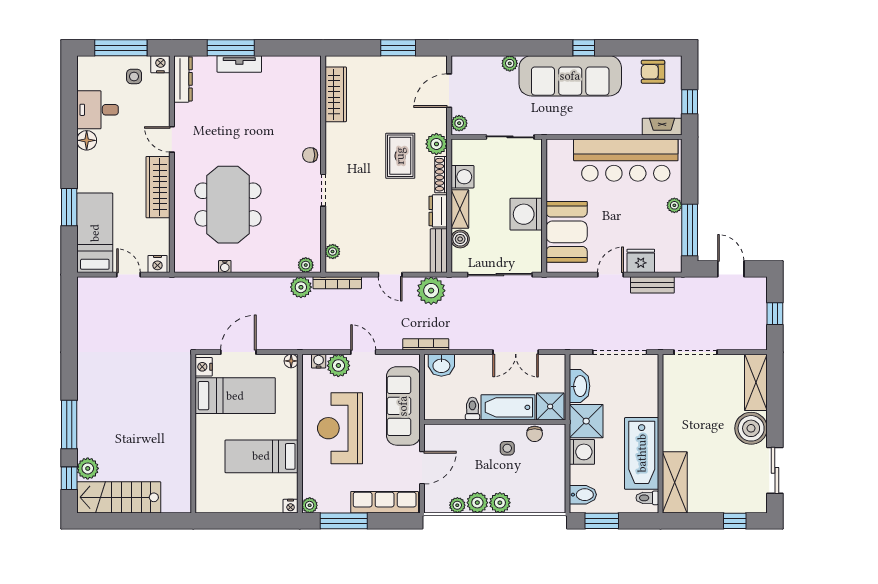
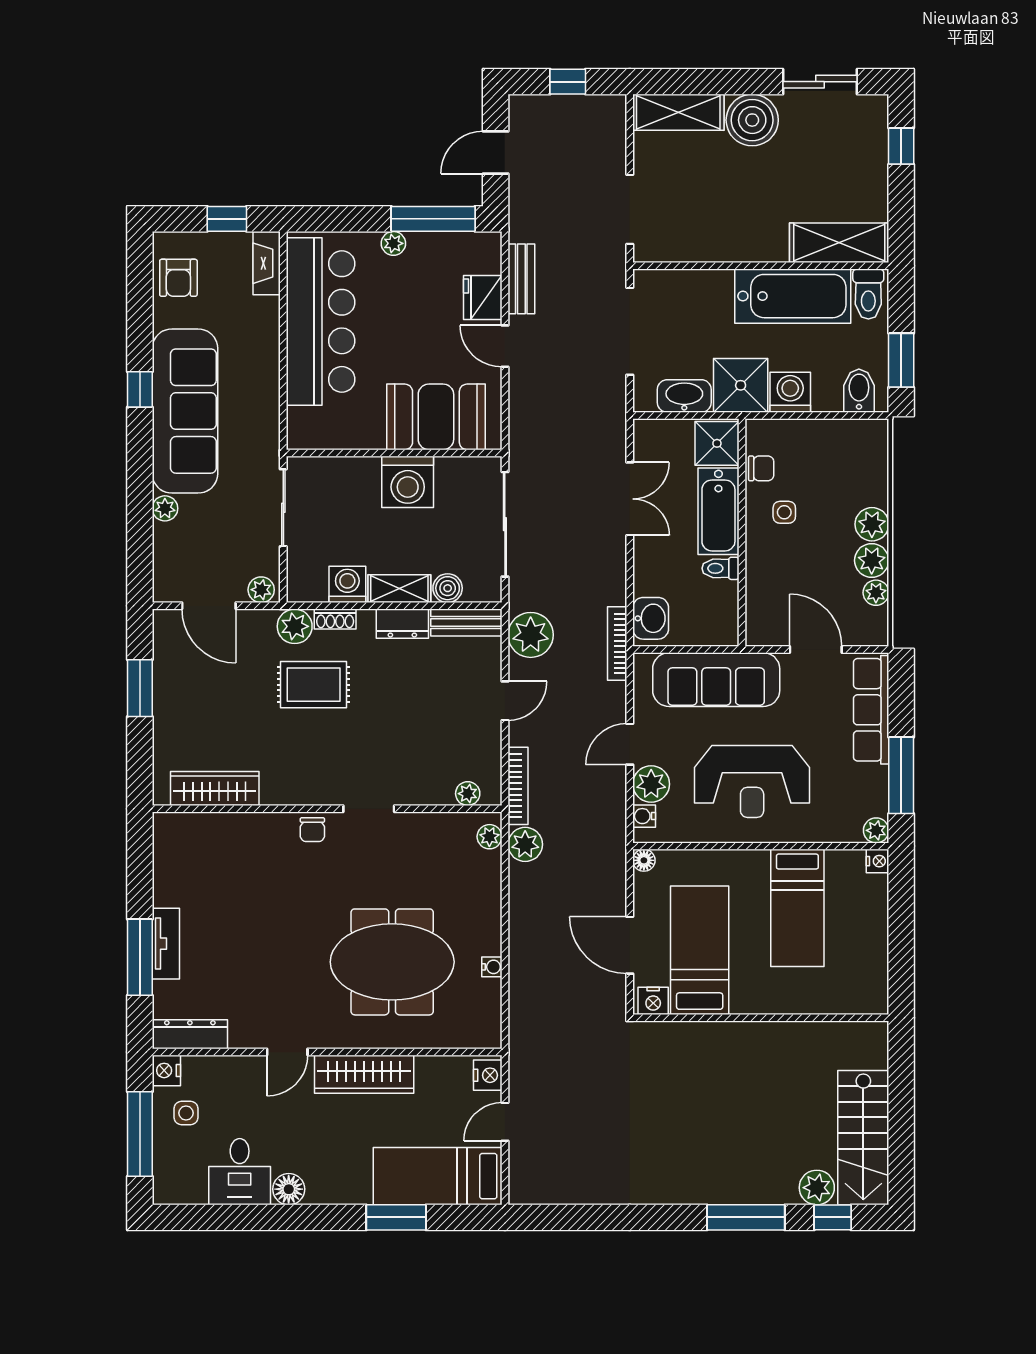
shoe rack: (441, 175) -> (335, 619), width x0.70
toilet: (647, 498) -> (868, 294), width x1.37, depth x1.39

